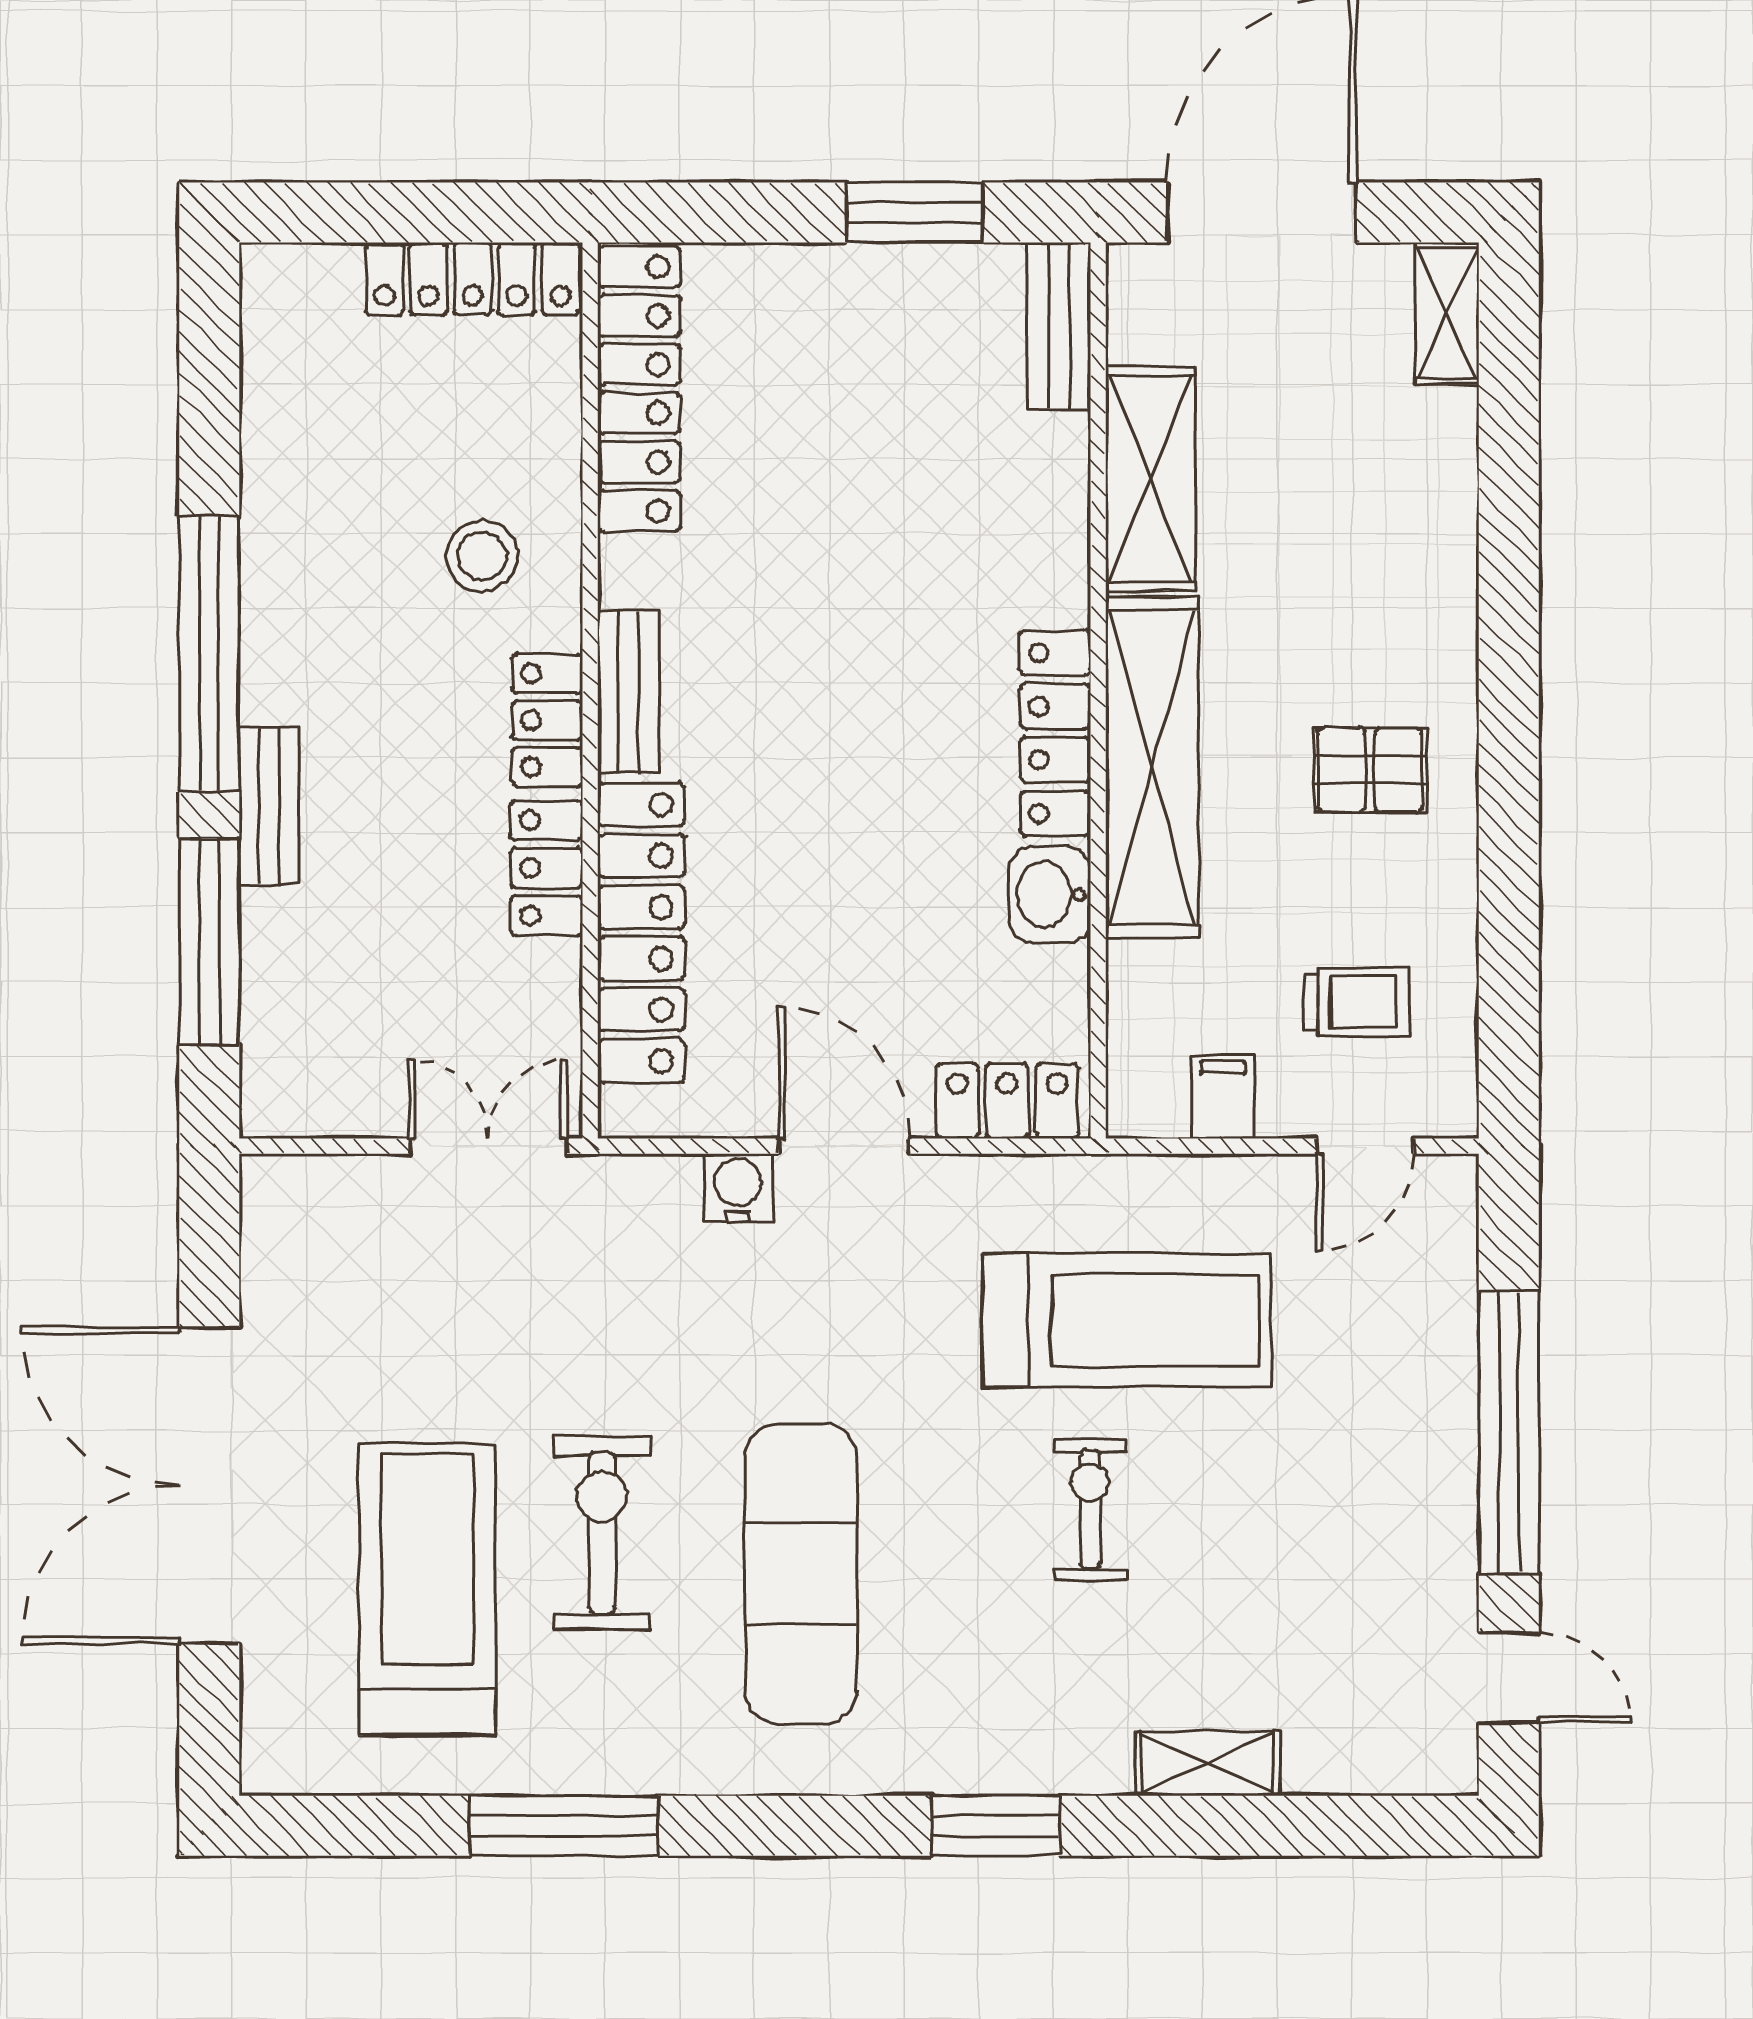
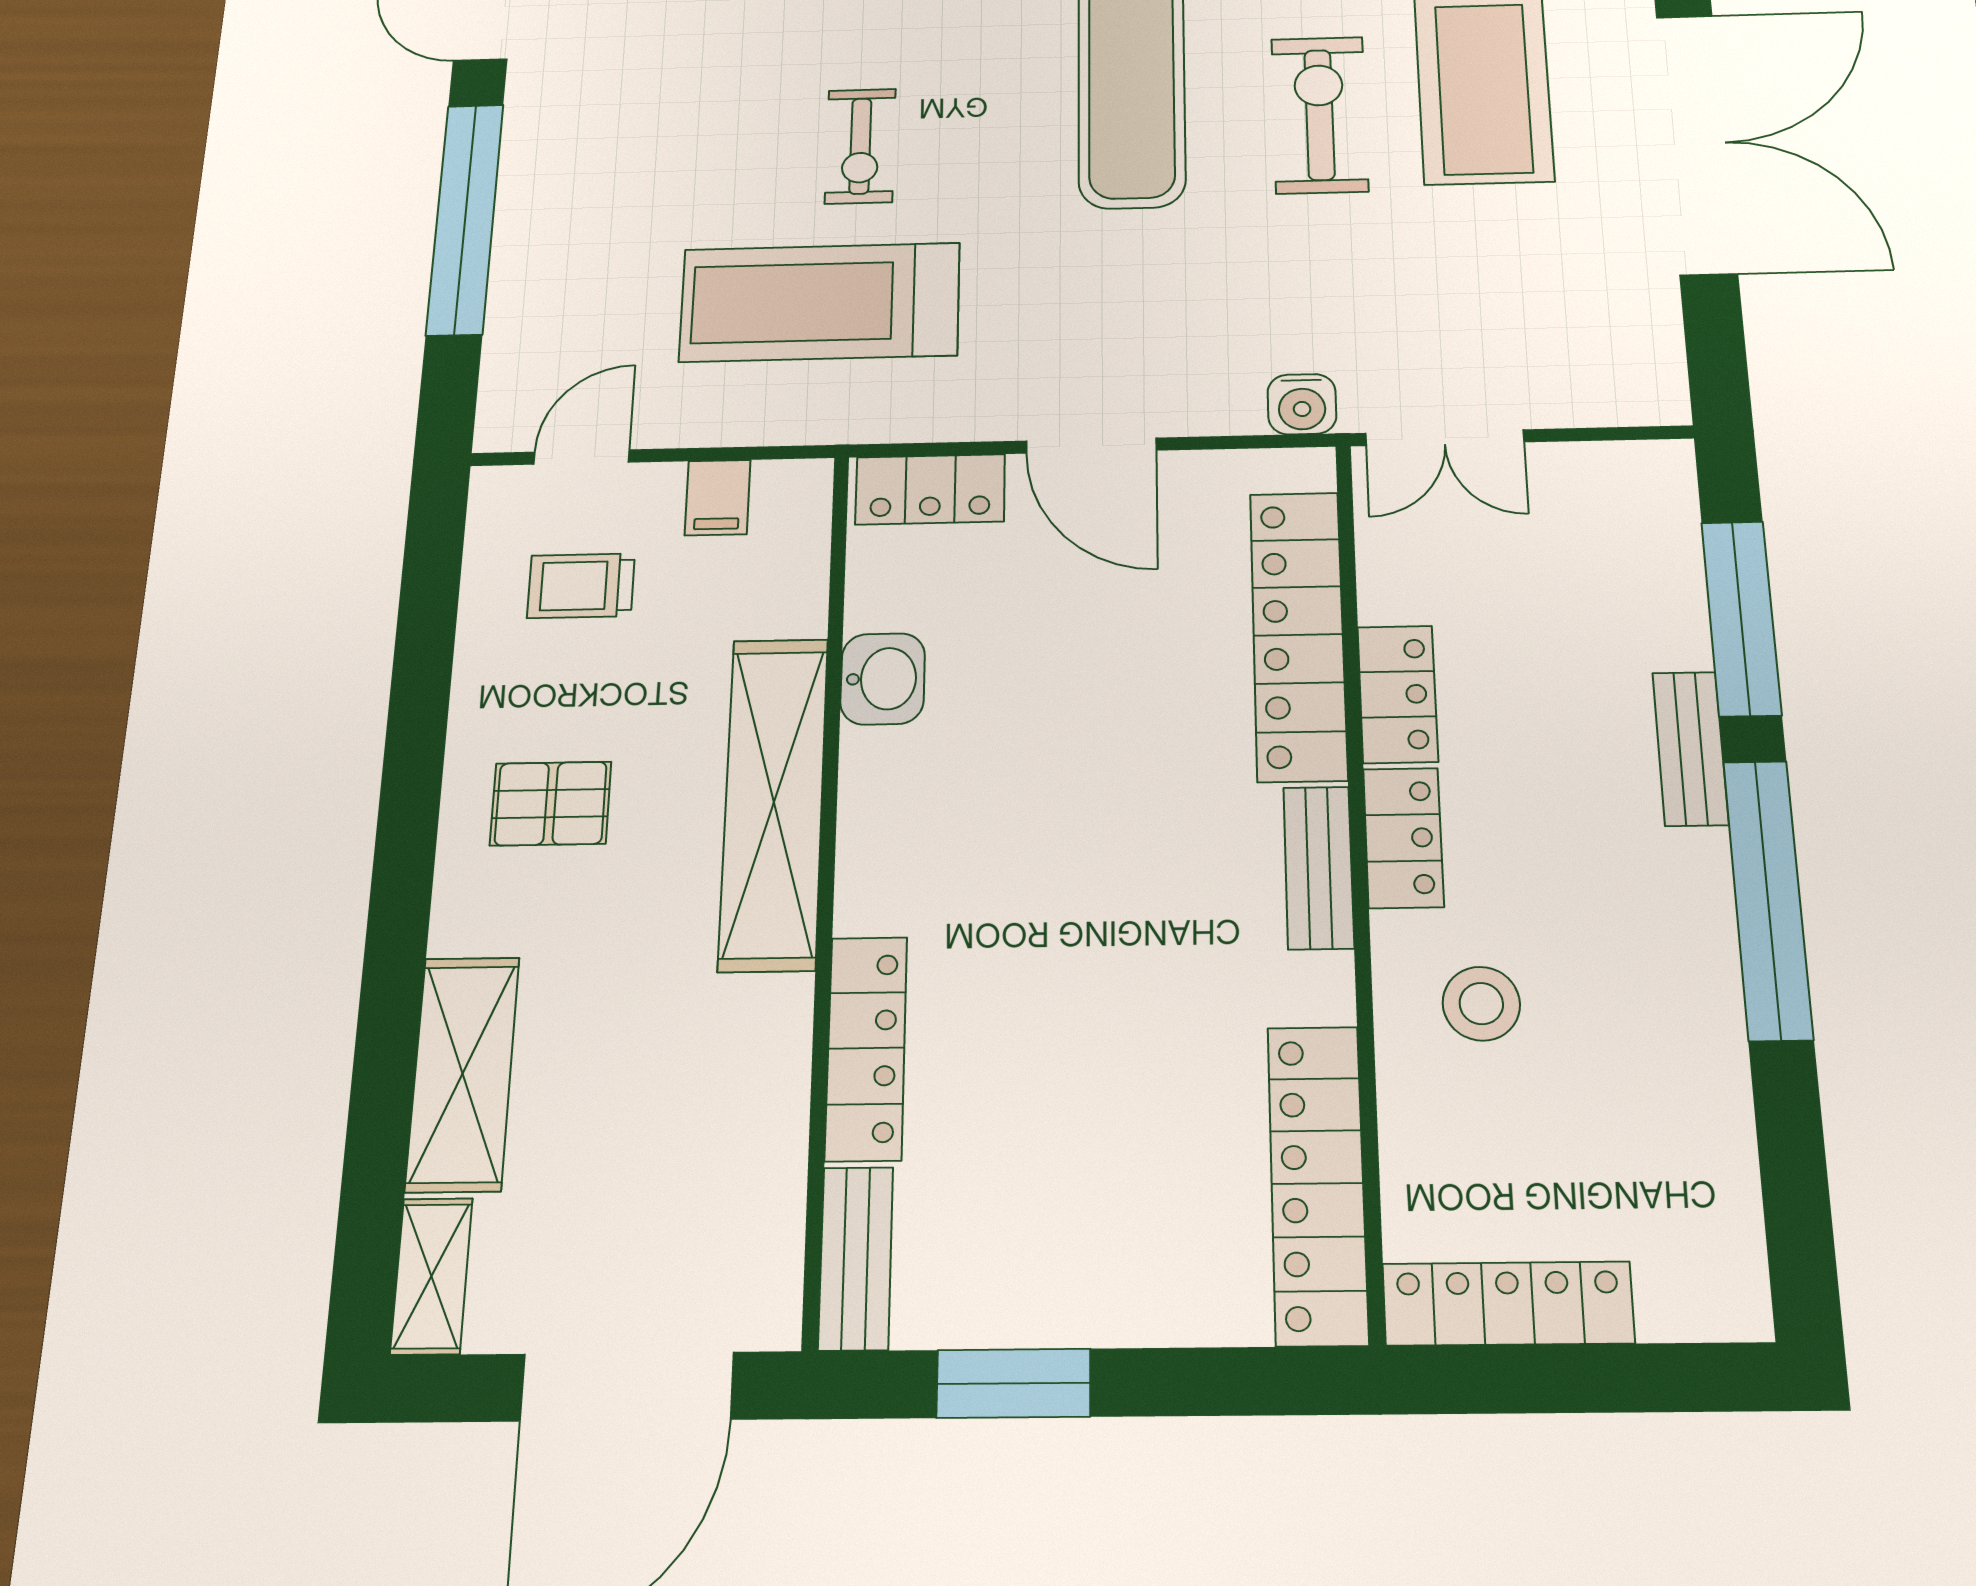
shelving: (1150, 479) -> (463, 1074), moved
locker: (1055, 733) -> (866, 1048), moved
water cooler: (738, 1188) -> (1302, 404), moved
exercise bike: (602, 1533) -> (1320, 115), turned 180

